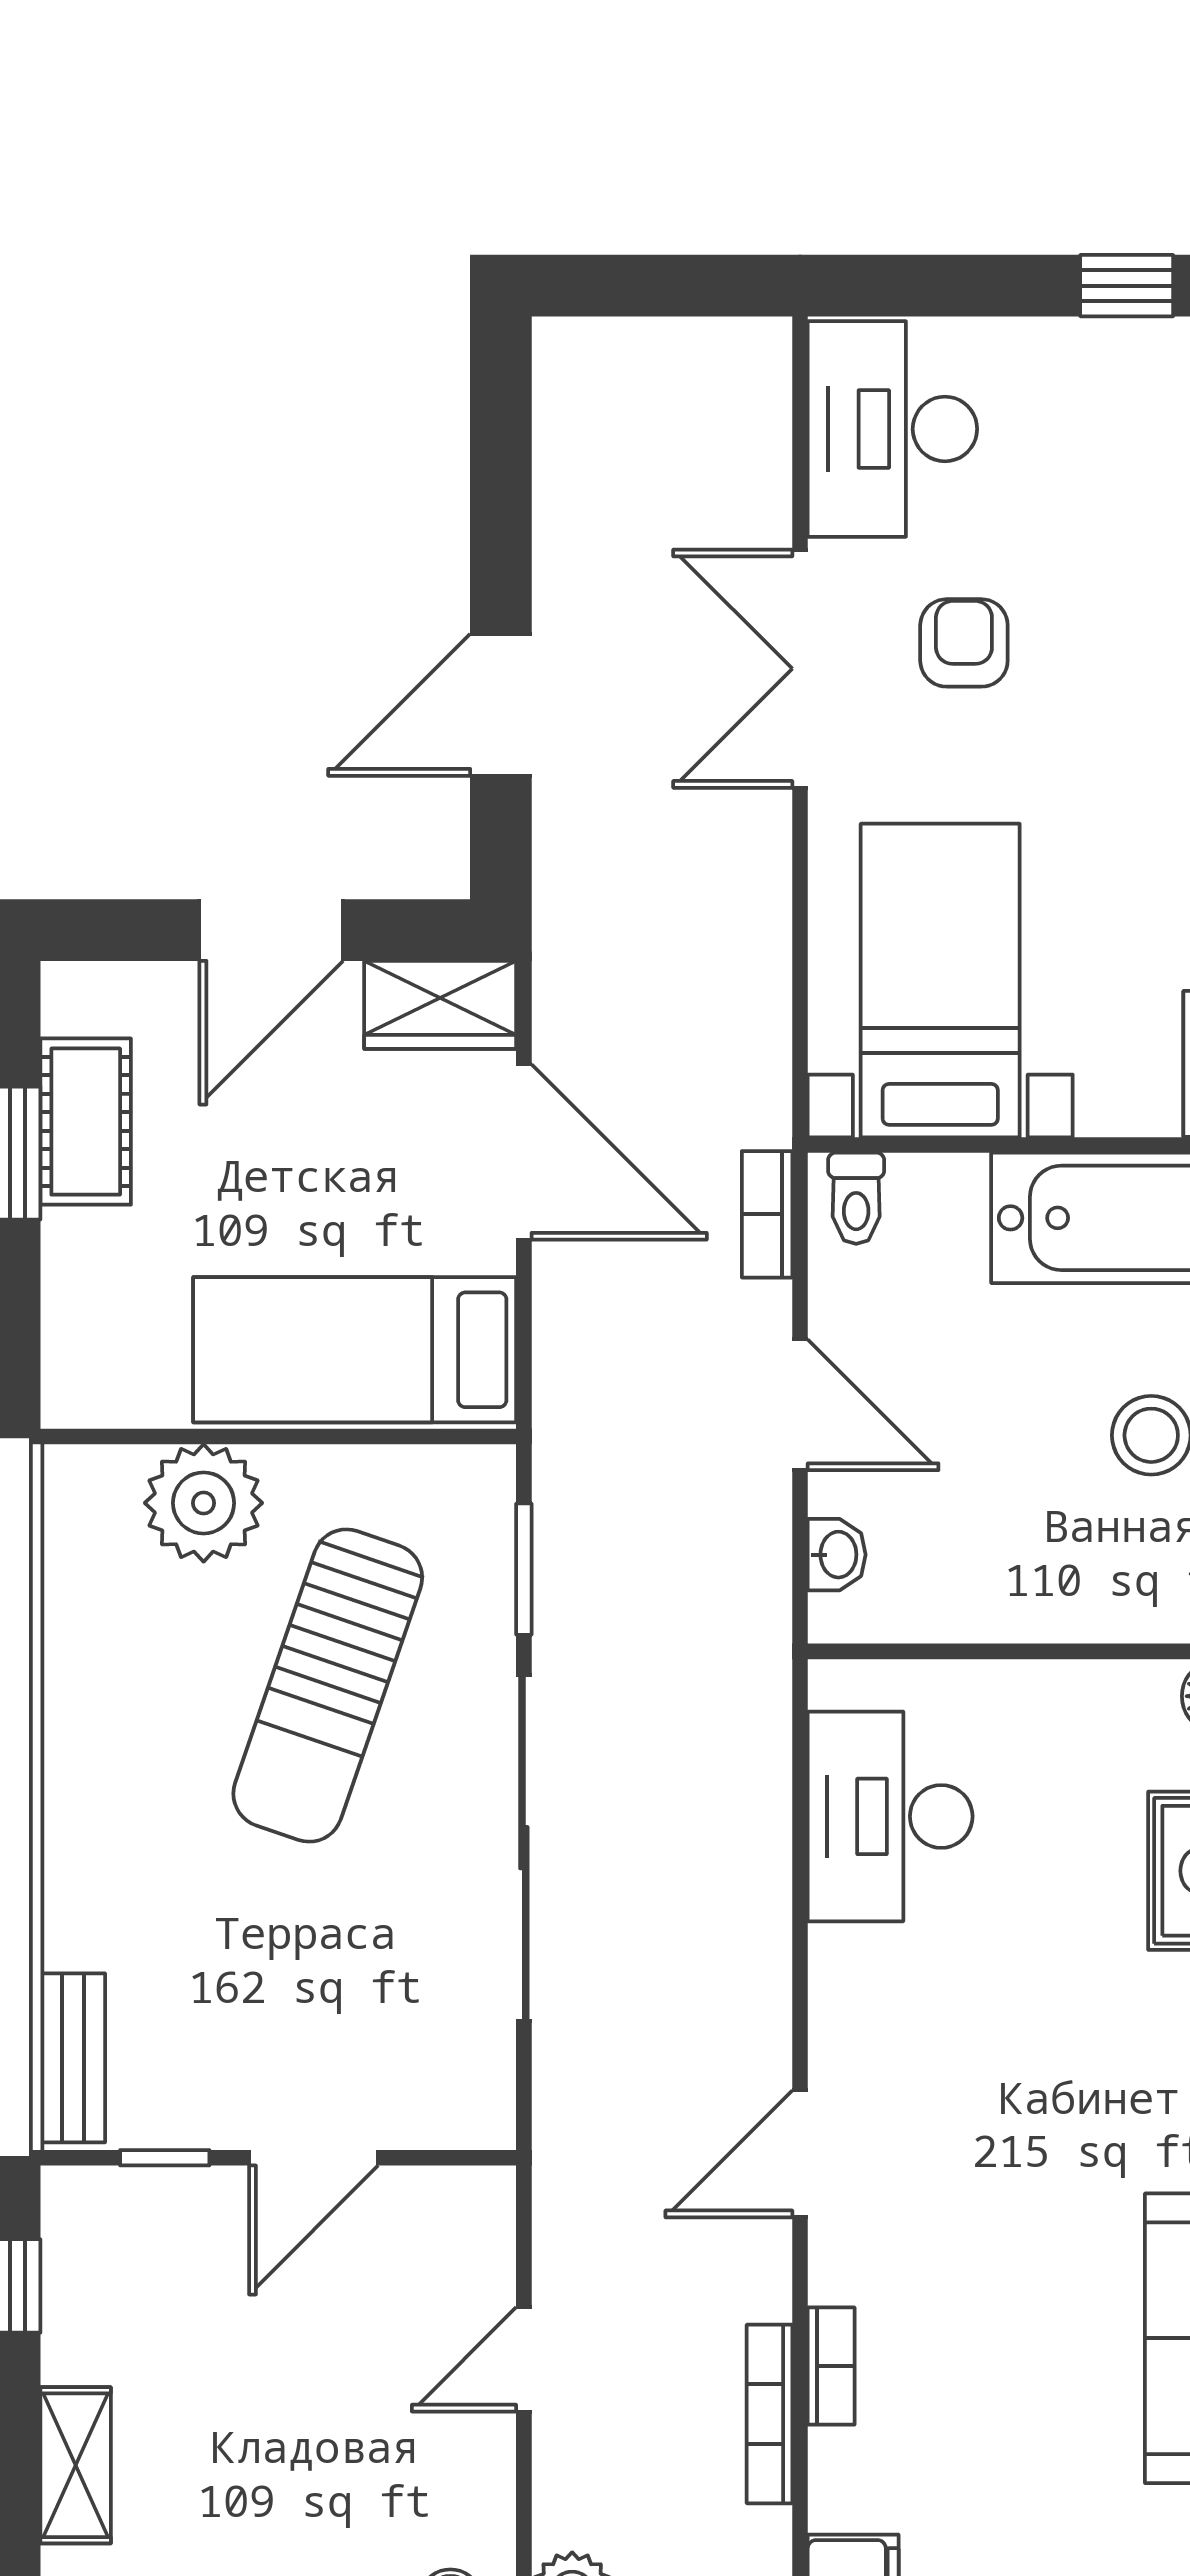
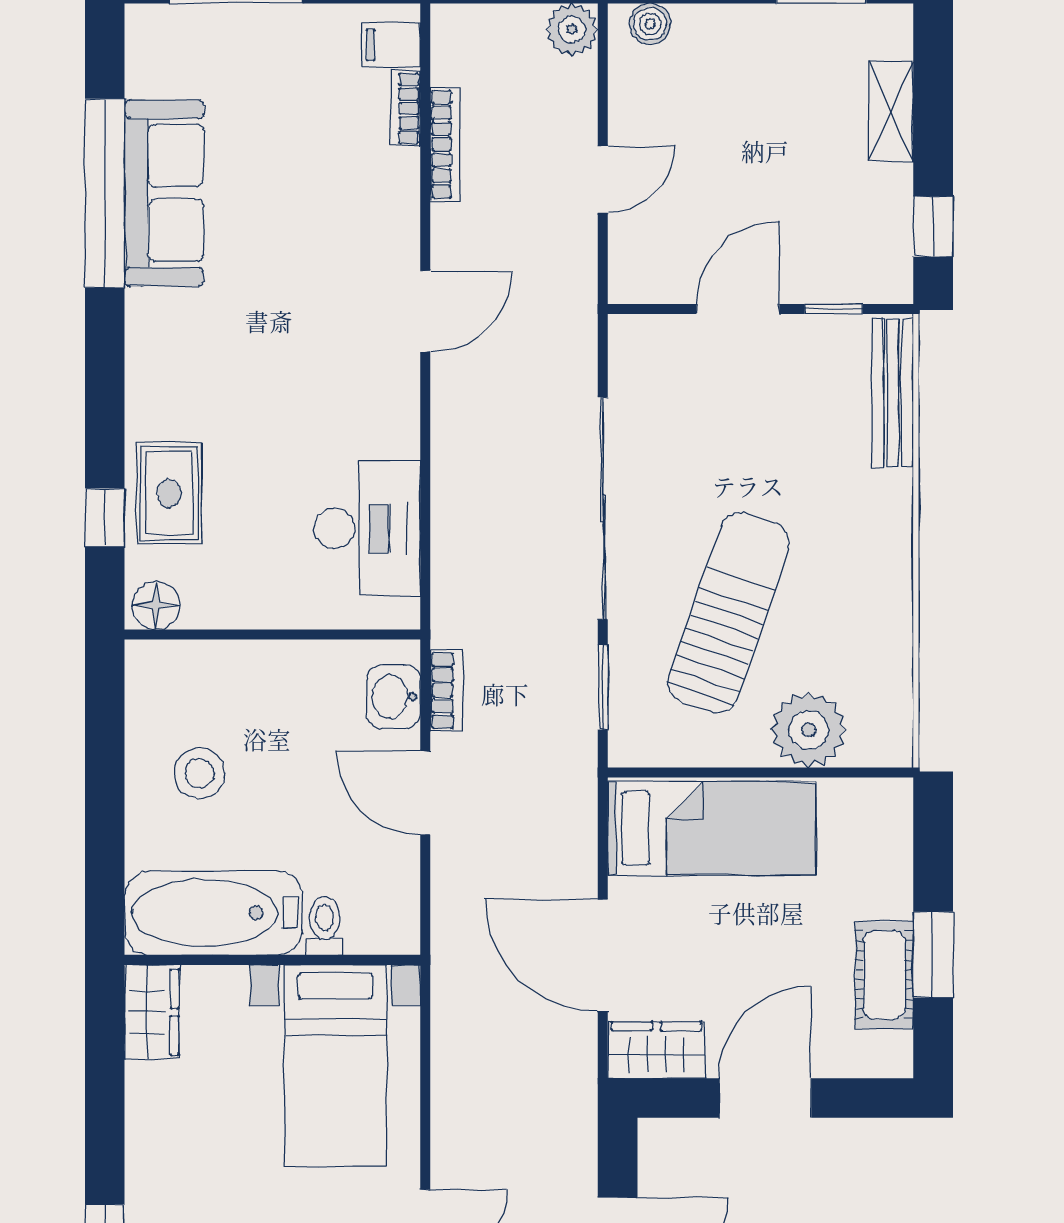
toilet: (856, 1198) -> (324, 926), moved
bookcase: (767, 1214) -> (446, 691), moved
washbasin: (837, 1555) -> (393, 697), width x1.38, depth x1.45
bench: (73, 2058) -> (893, 393), width x1.36
bookcase: (831, 2366) -> (405, 108), moved

